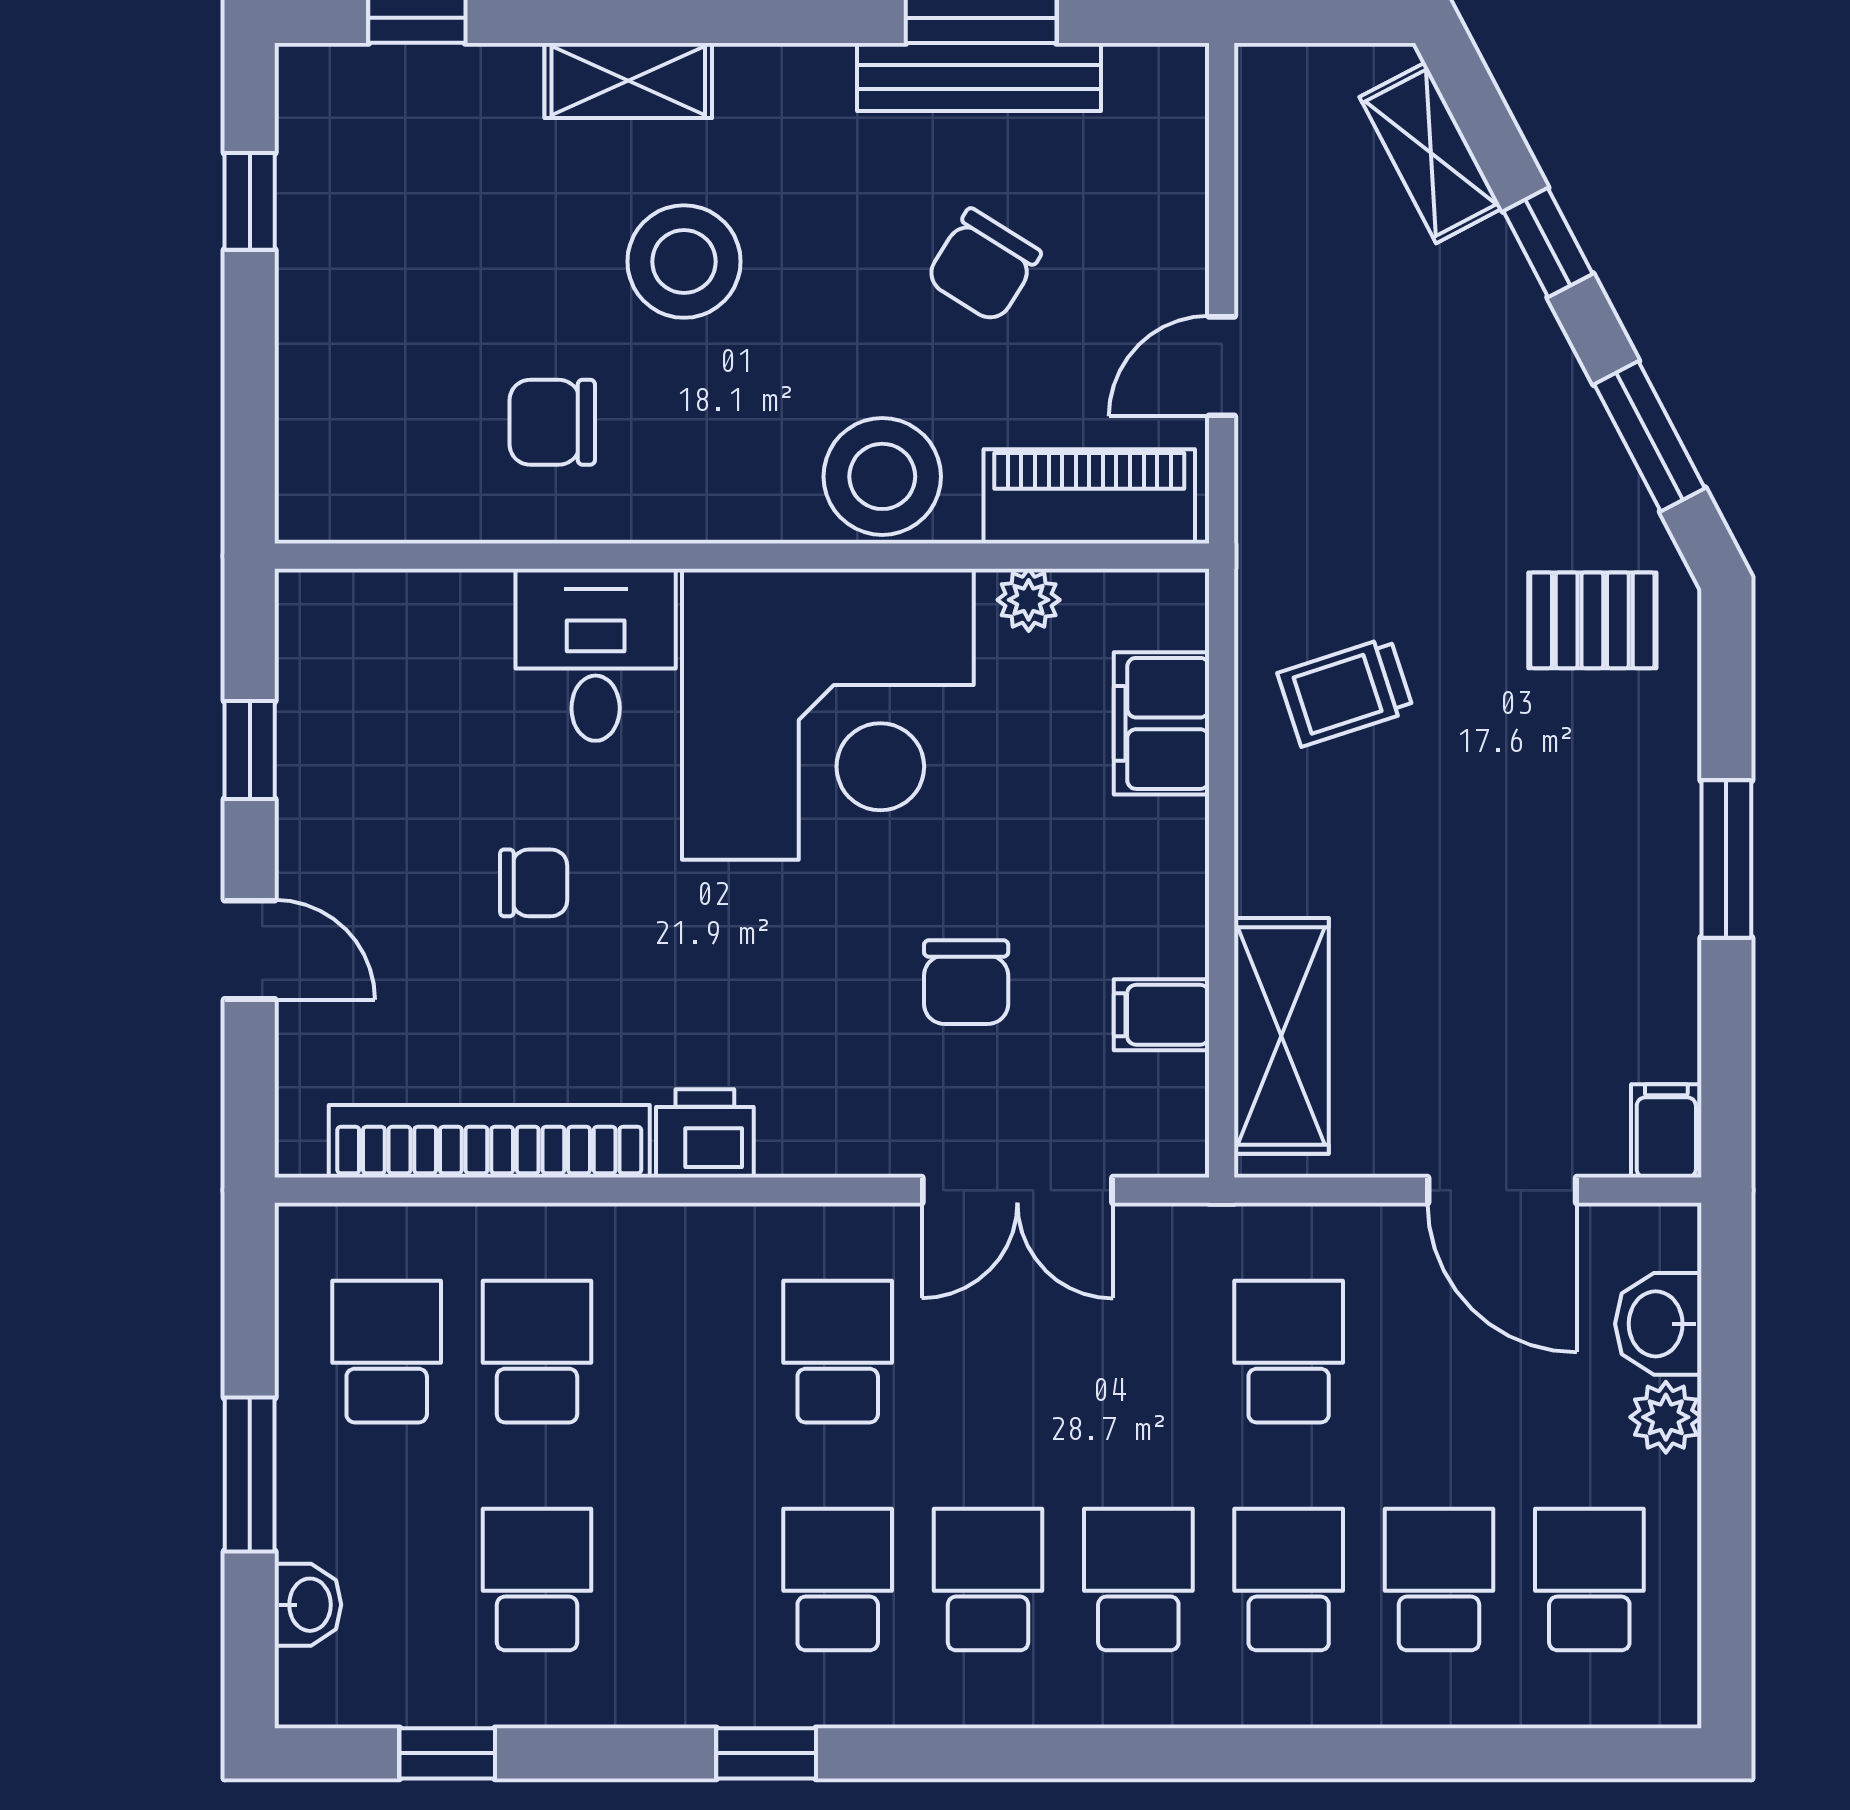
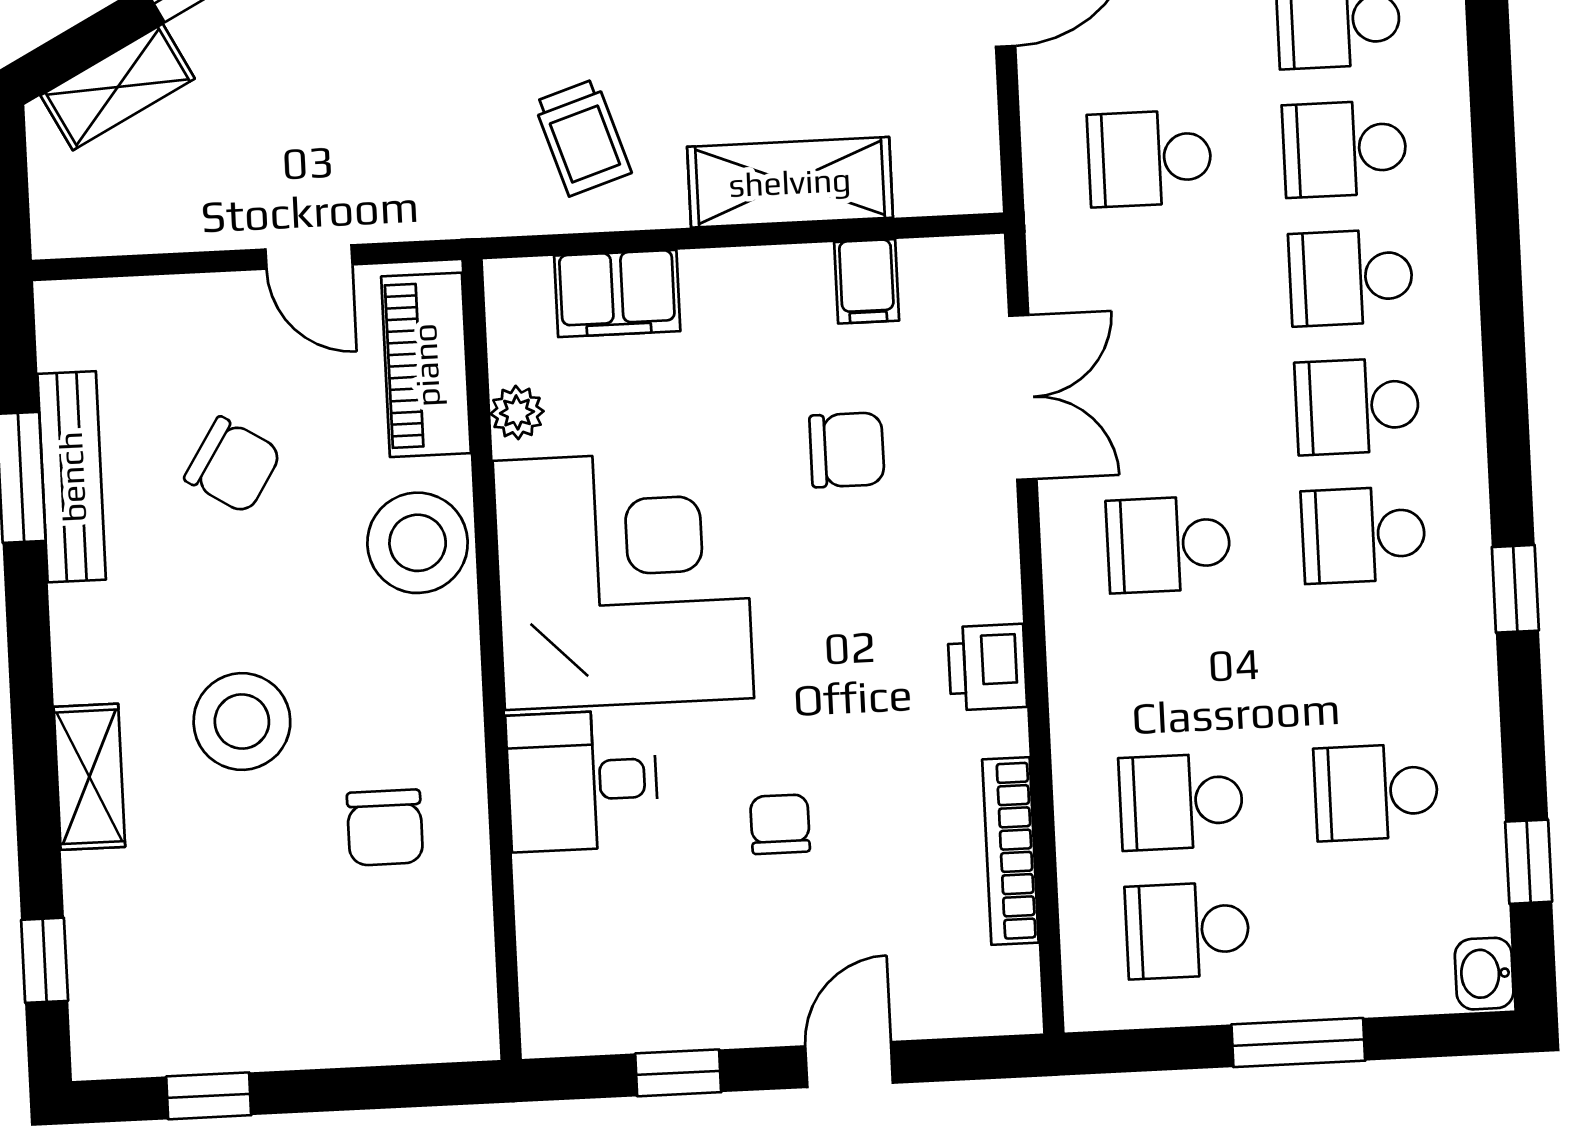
shelving: (1281, 1036) -> (790, 182), moved
bookcase: (489, 1141) -> (1010, 851), width x0.68, depth x0.76
washbasin: (308, 1605) -> (1484, 974), moved, turned -90

